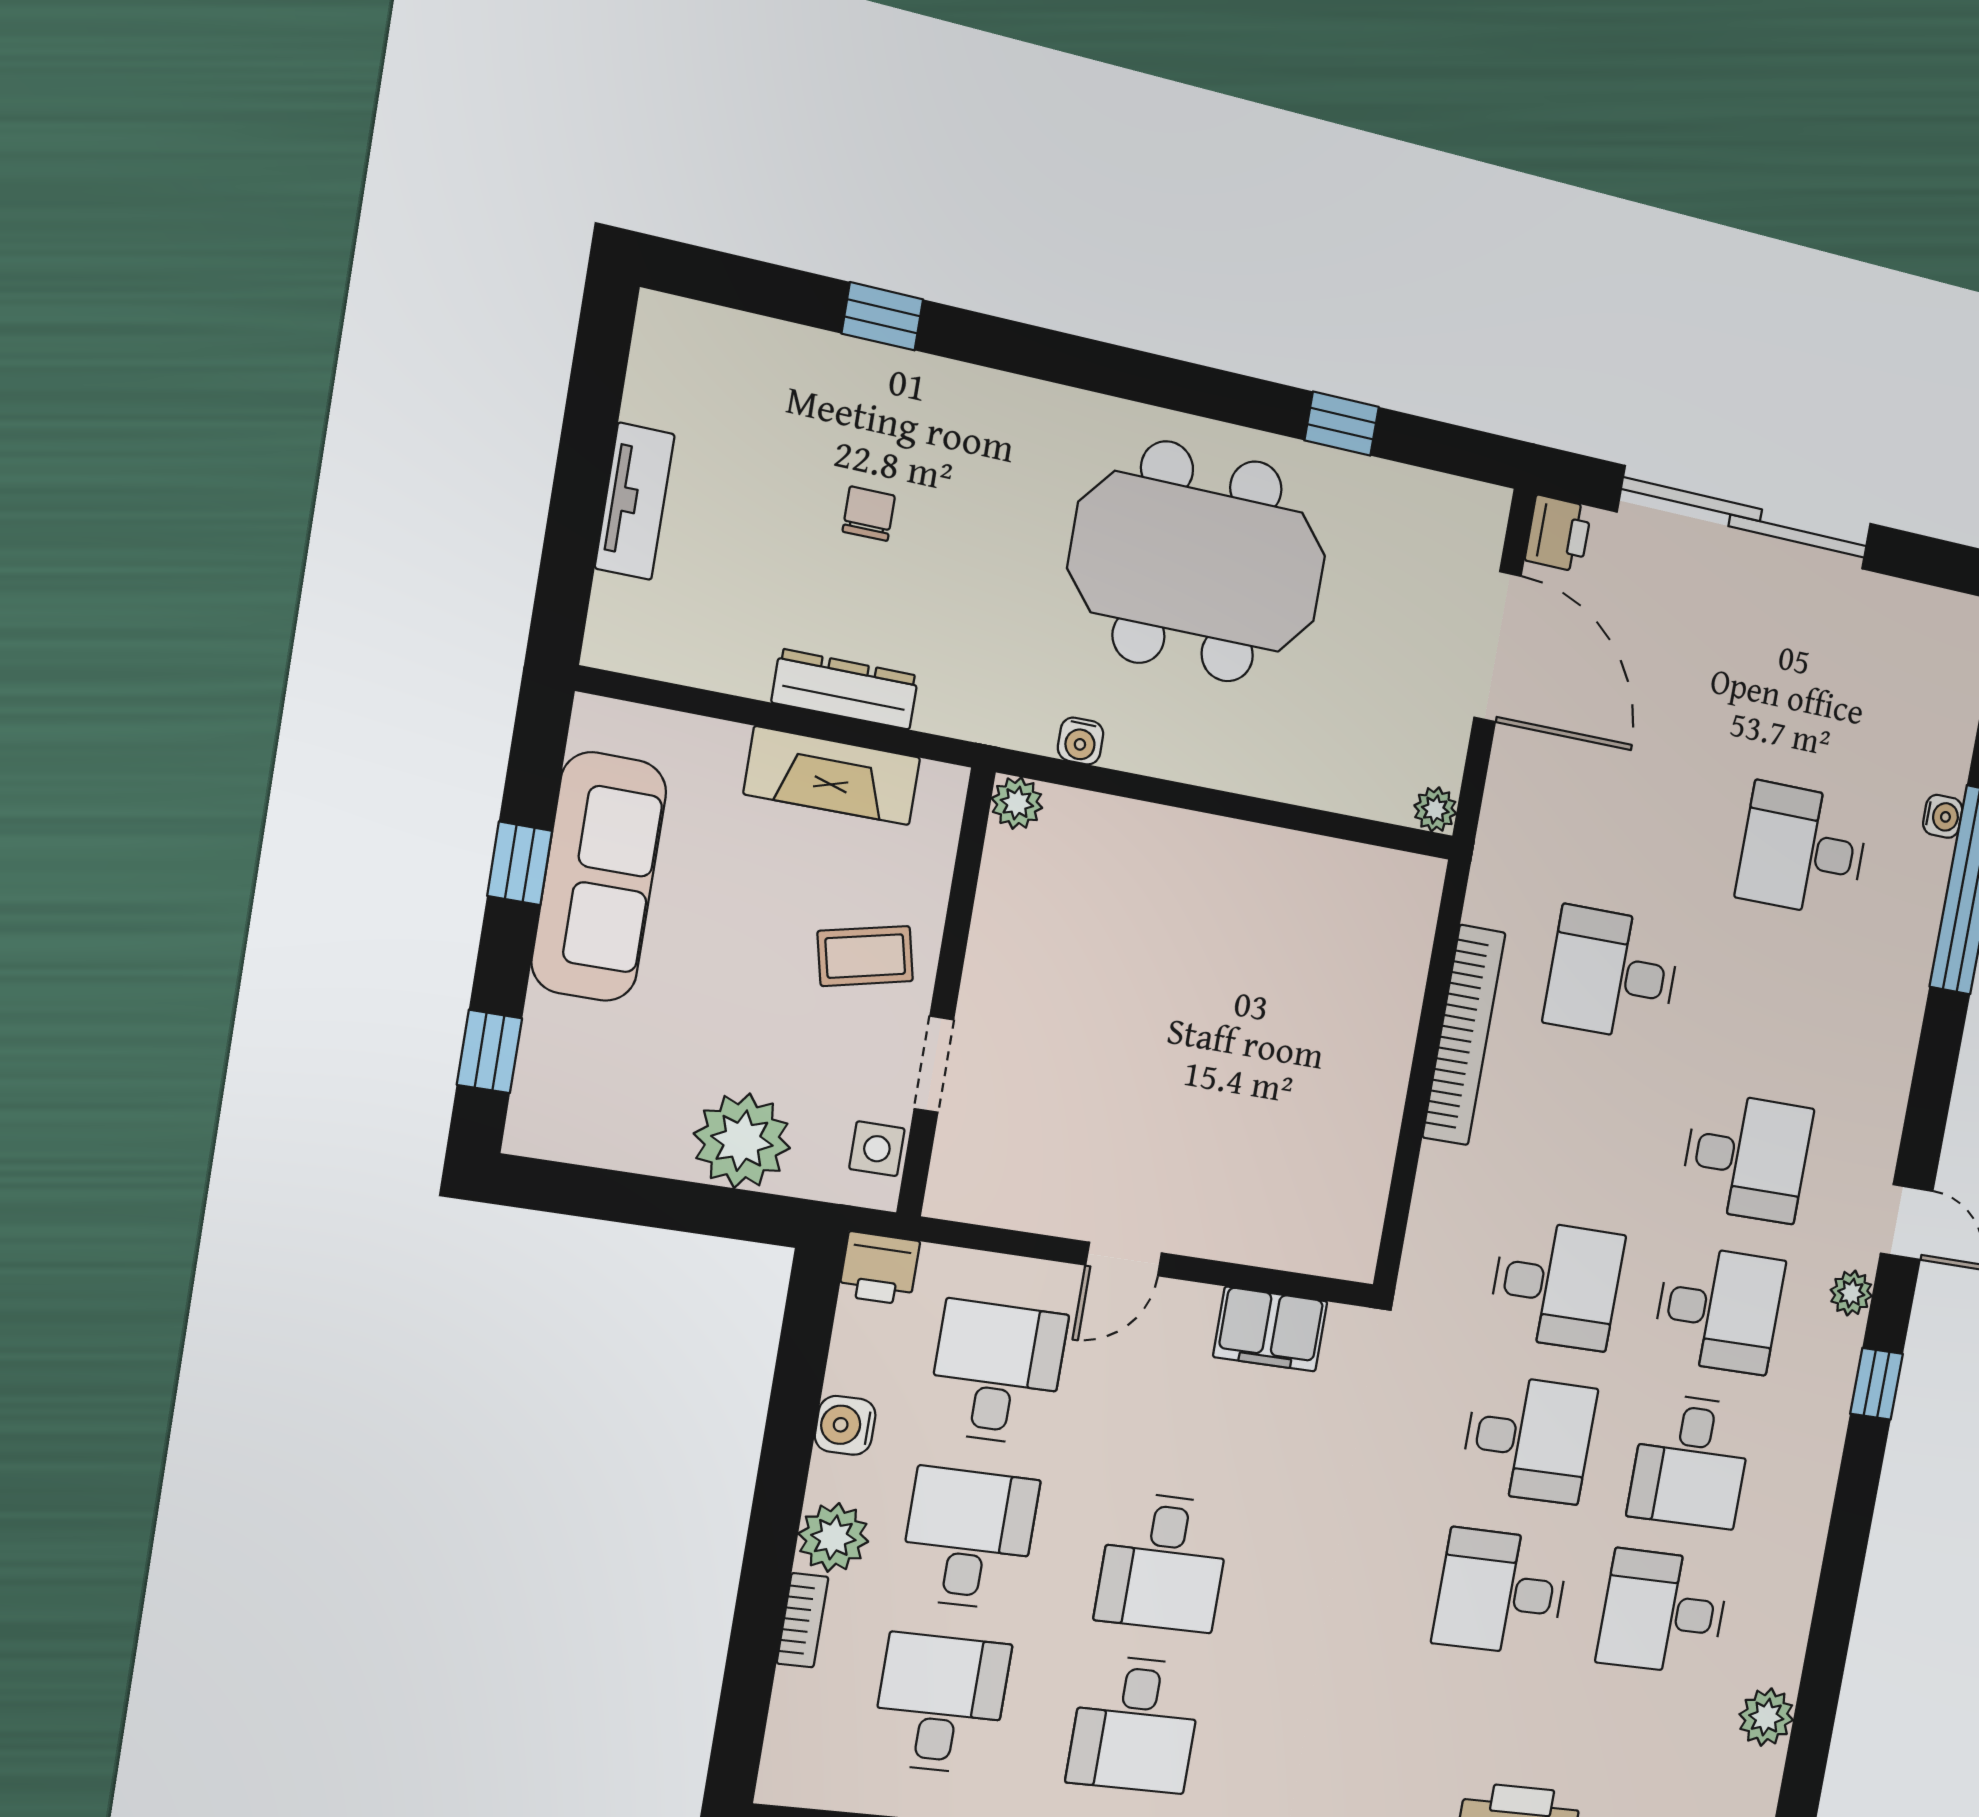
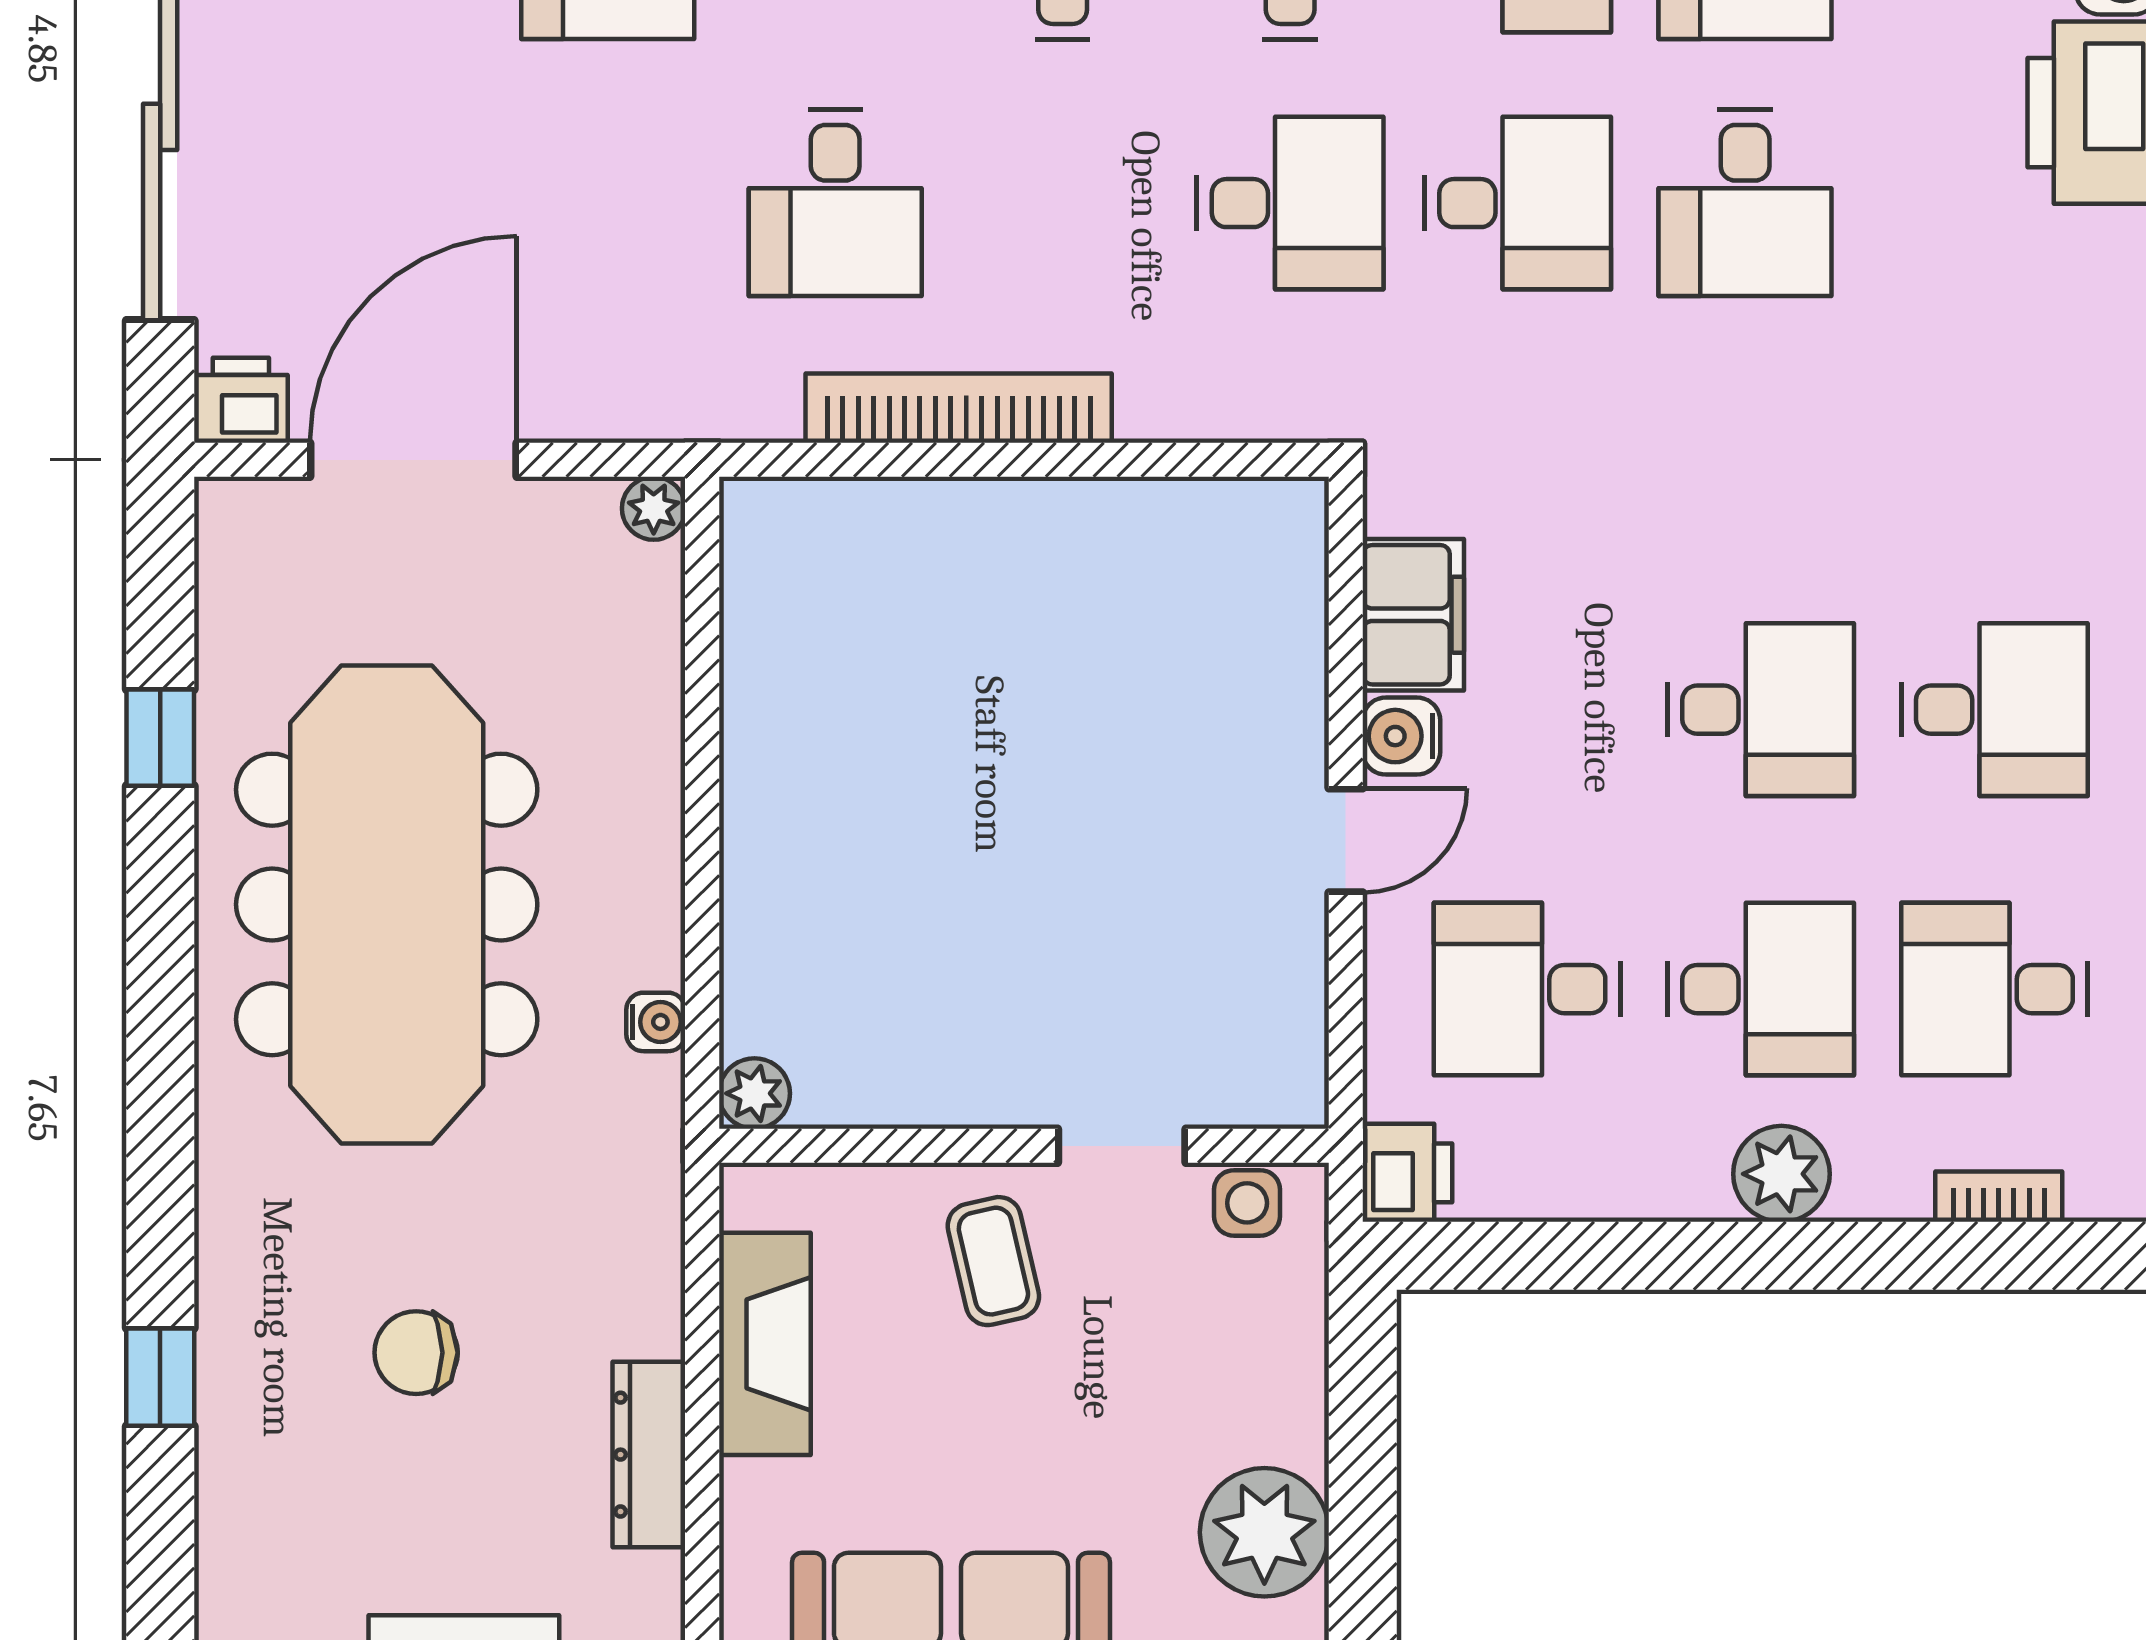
chair: (869, 514) -> (416, 1353), width x1.37, depth x1.37
meeting table: (1197, 562) -> (387, 904), width x1.36
dresser: (845, 689) -> (649, 1455), moved
plant: (742, 1141) -> (1264, 1532), moved
door: (1124, 1259) -> (1346, 840), hinge flipped
desk: (1556, 1285) -> (1290, 203), turned 90
water cooler: (845, 1425) -> (1401, 736), moved, turned 90
desk: (1529, 1439) -> (1518, 203), turned 90
desk: (969, 1539) -> (1761, 989), turned 180
bookcase: (802, 1620) -> (1999, 1197), moved

